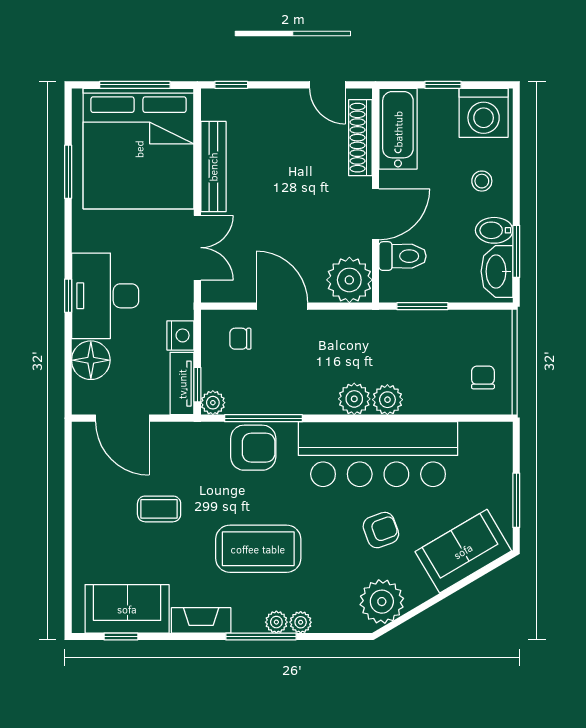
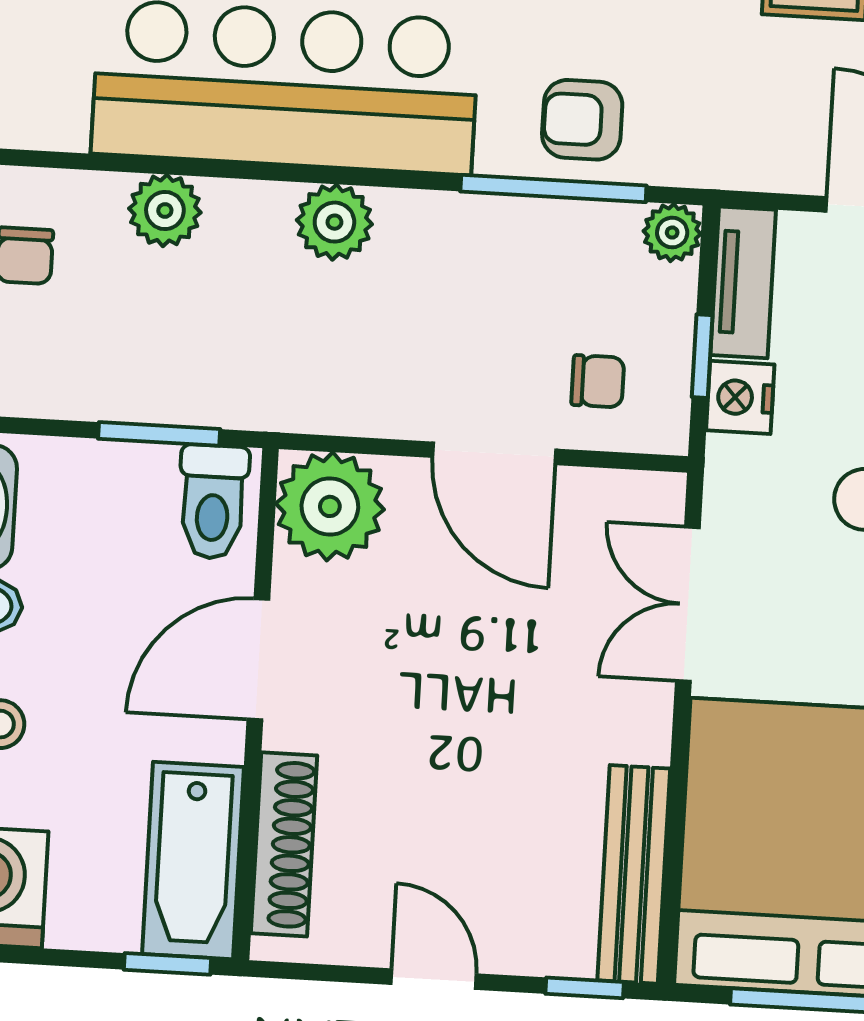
door: (328, 85) -> (434, 979), moved
window: (443, 85) -> (168, 964), moved
bench: (213, 167) -> (634, 874), moved
toilet: (403, 256) -> (213, 502), moved, turned -90
window: (197, 385) -> (702, 356), moved
plant: (387, 400) -> (165, 210), moved
armchair: (253, 448) -> (582, 120), width x0.72, depth x0.72

